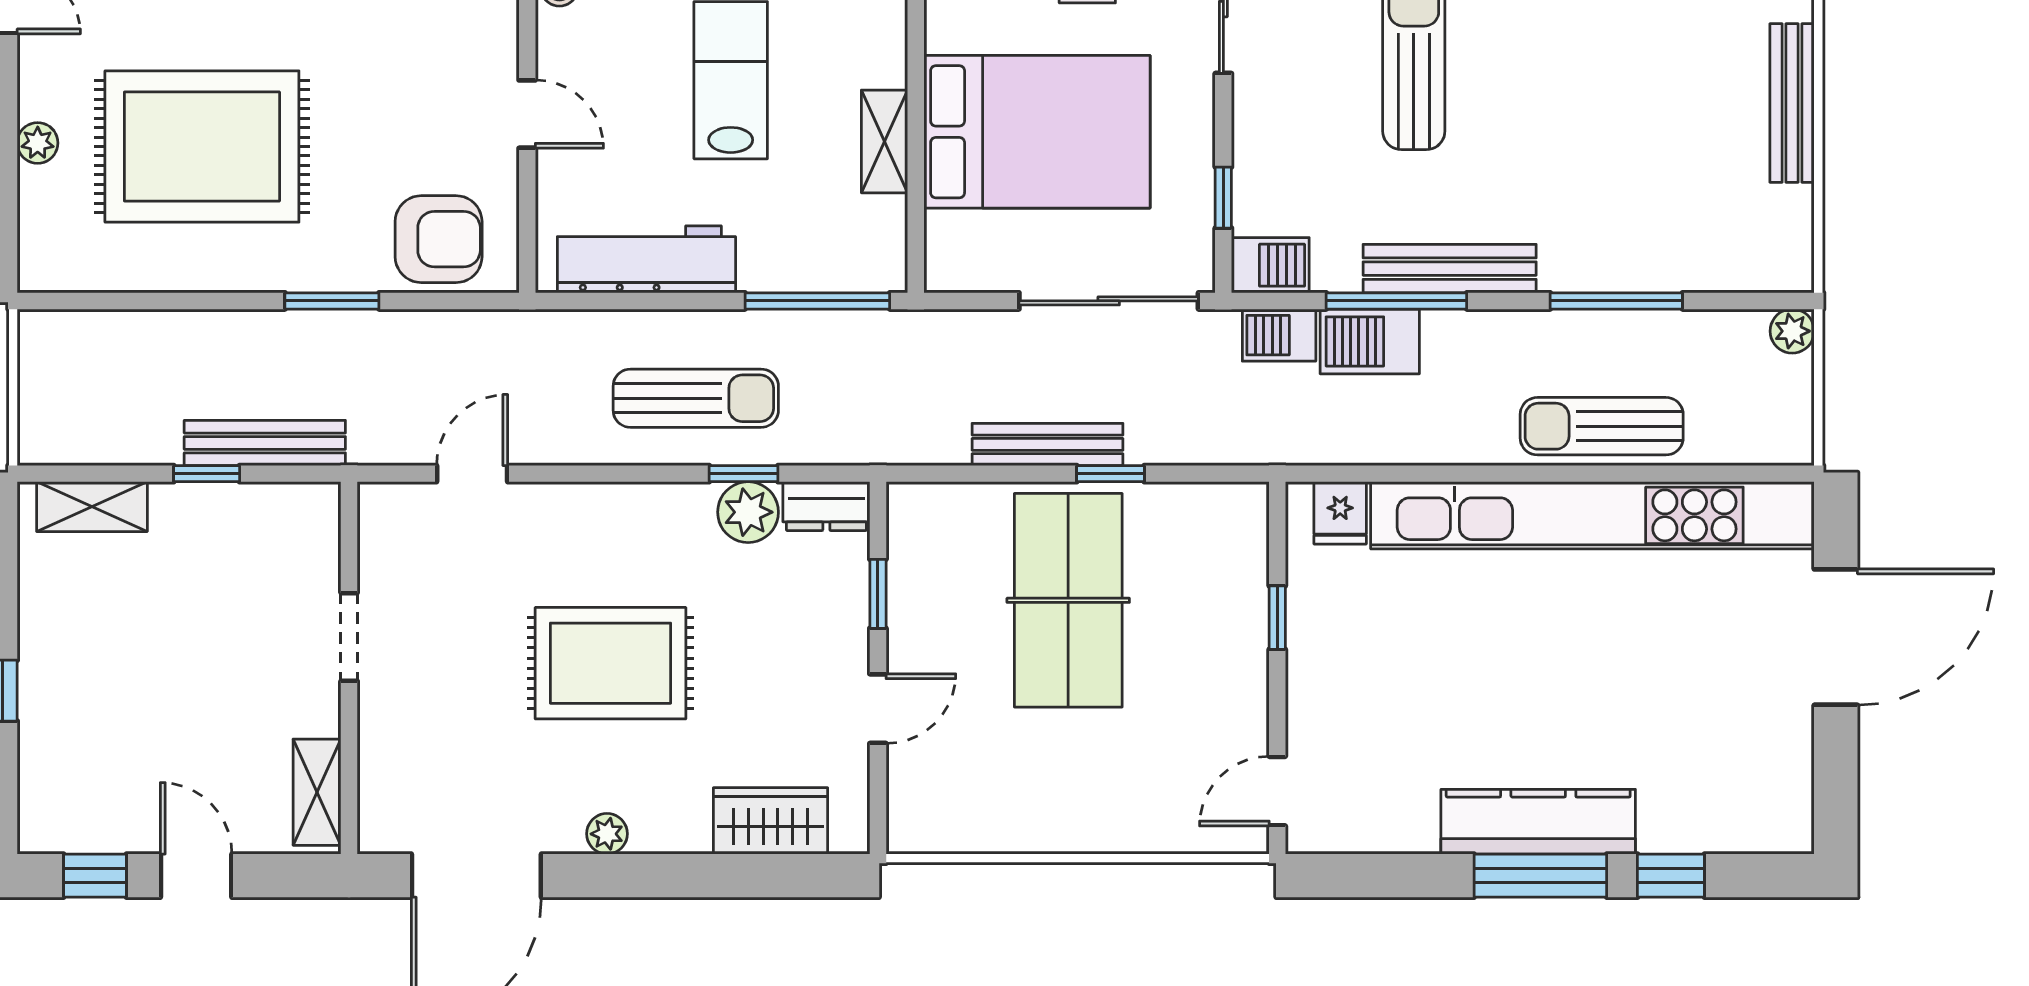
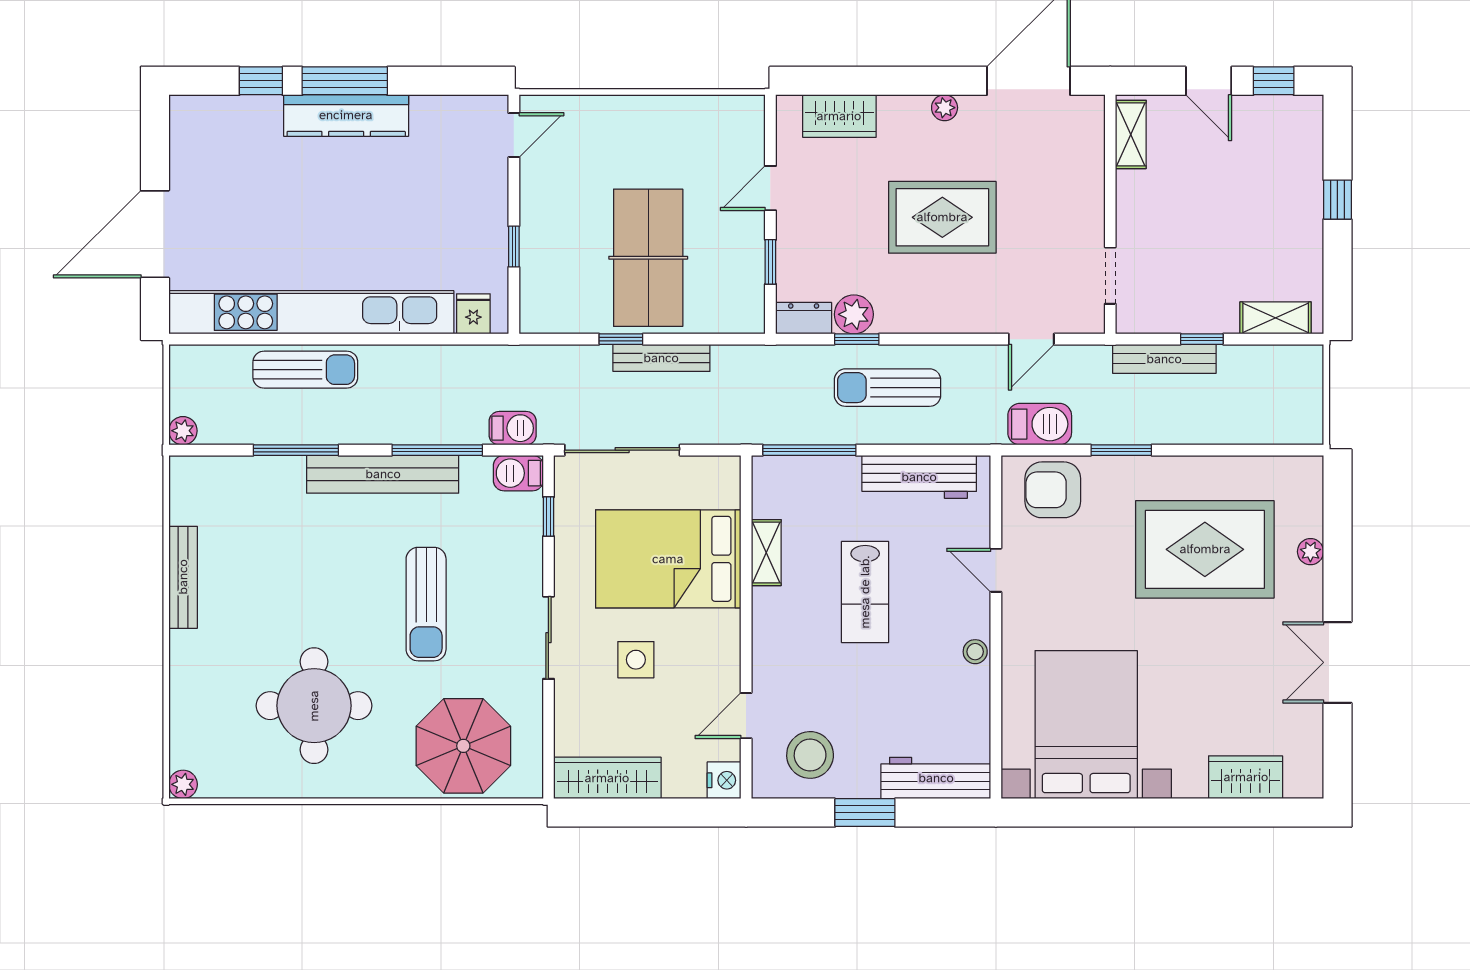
bench: (1450, 269) -> (383, 474), width x1.37, depth x1.21
barbecue: (1370, 341) -> (1040, 424), moved
doorway: (349, 637) -> (1110, 276), moved

